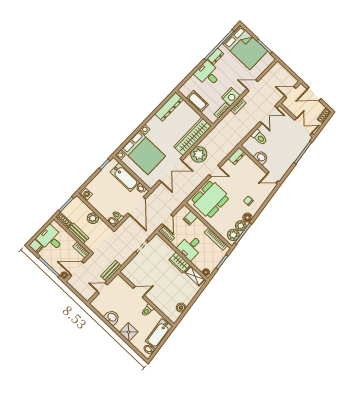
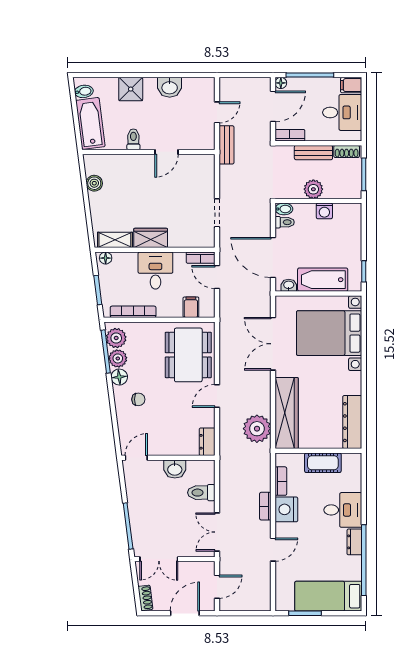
bed: (245, 47) -> (328, 596), width x0.67
plant: (199, 154) -> (257, 429), moved
washing machine: (86, 195) -> (324, 211), moved

